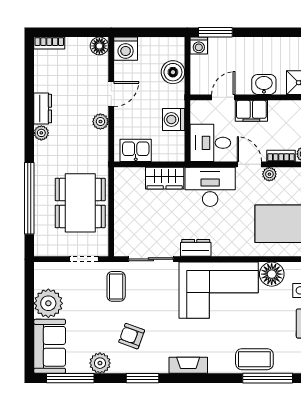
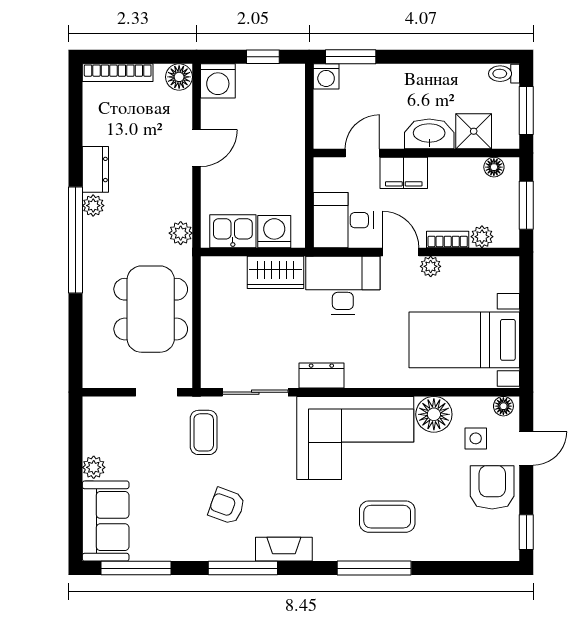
window: (156, 32) -> (263, 57), added
bookcase: (49, 43) -> (118, 73), width x1.56
boiler: (173, 72) -> (288, 116), removed
washbasin: (264, 84) -> (429, 134), width x1.38
washing machine: (174, 120) -> (274, 232), moved, turned 90
plant: (100, 122) -> (181, 233), moved
window: (29, 198) -> (76, 240), moved
plant: (48, 303) -> (94, 467), width x0.53, depth x0.53
coffee table: (254, 359) -> (387, 517), moved
plant: (100, 363) -> (180, 546), removed
fireplace: (188, 365) -> (284, 549), moved
window: (143, 378) -> (243, 568), width x1.44
window: (268, 378) -> (374, 568), moved

